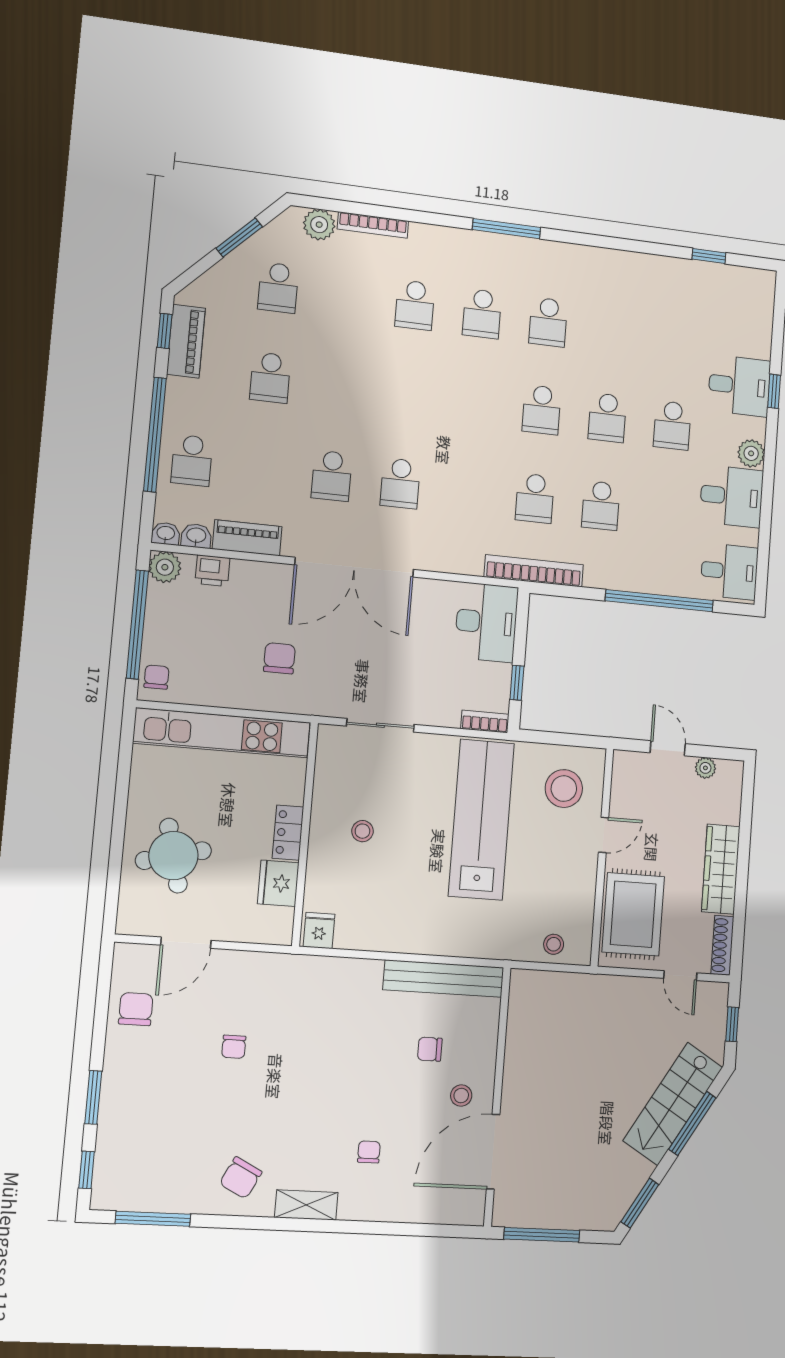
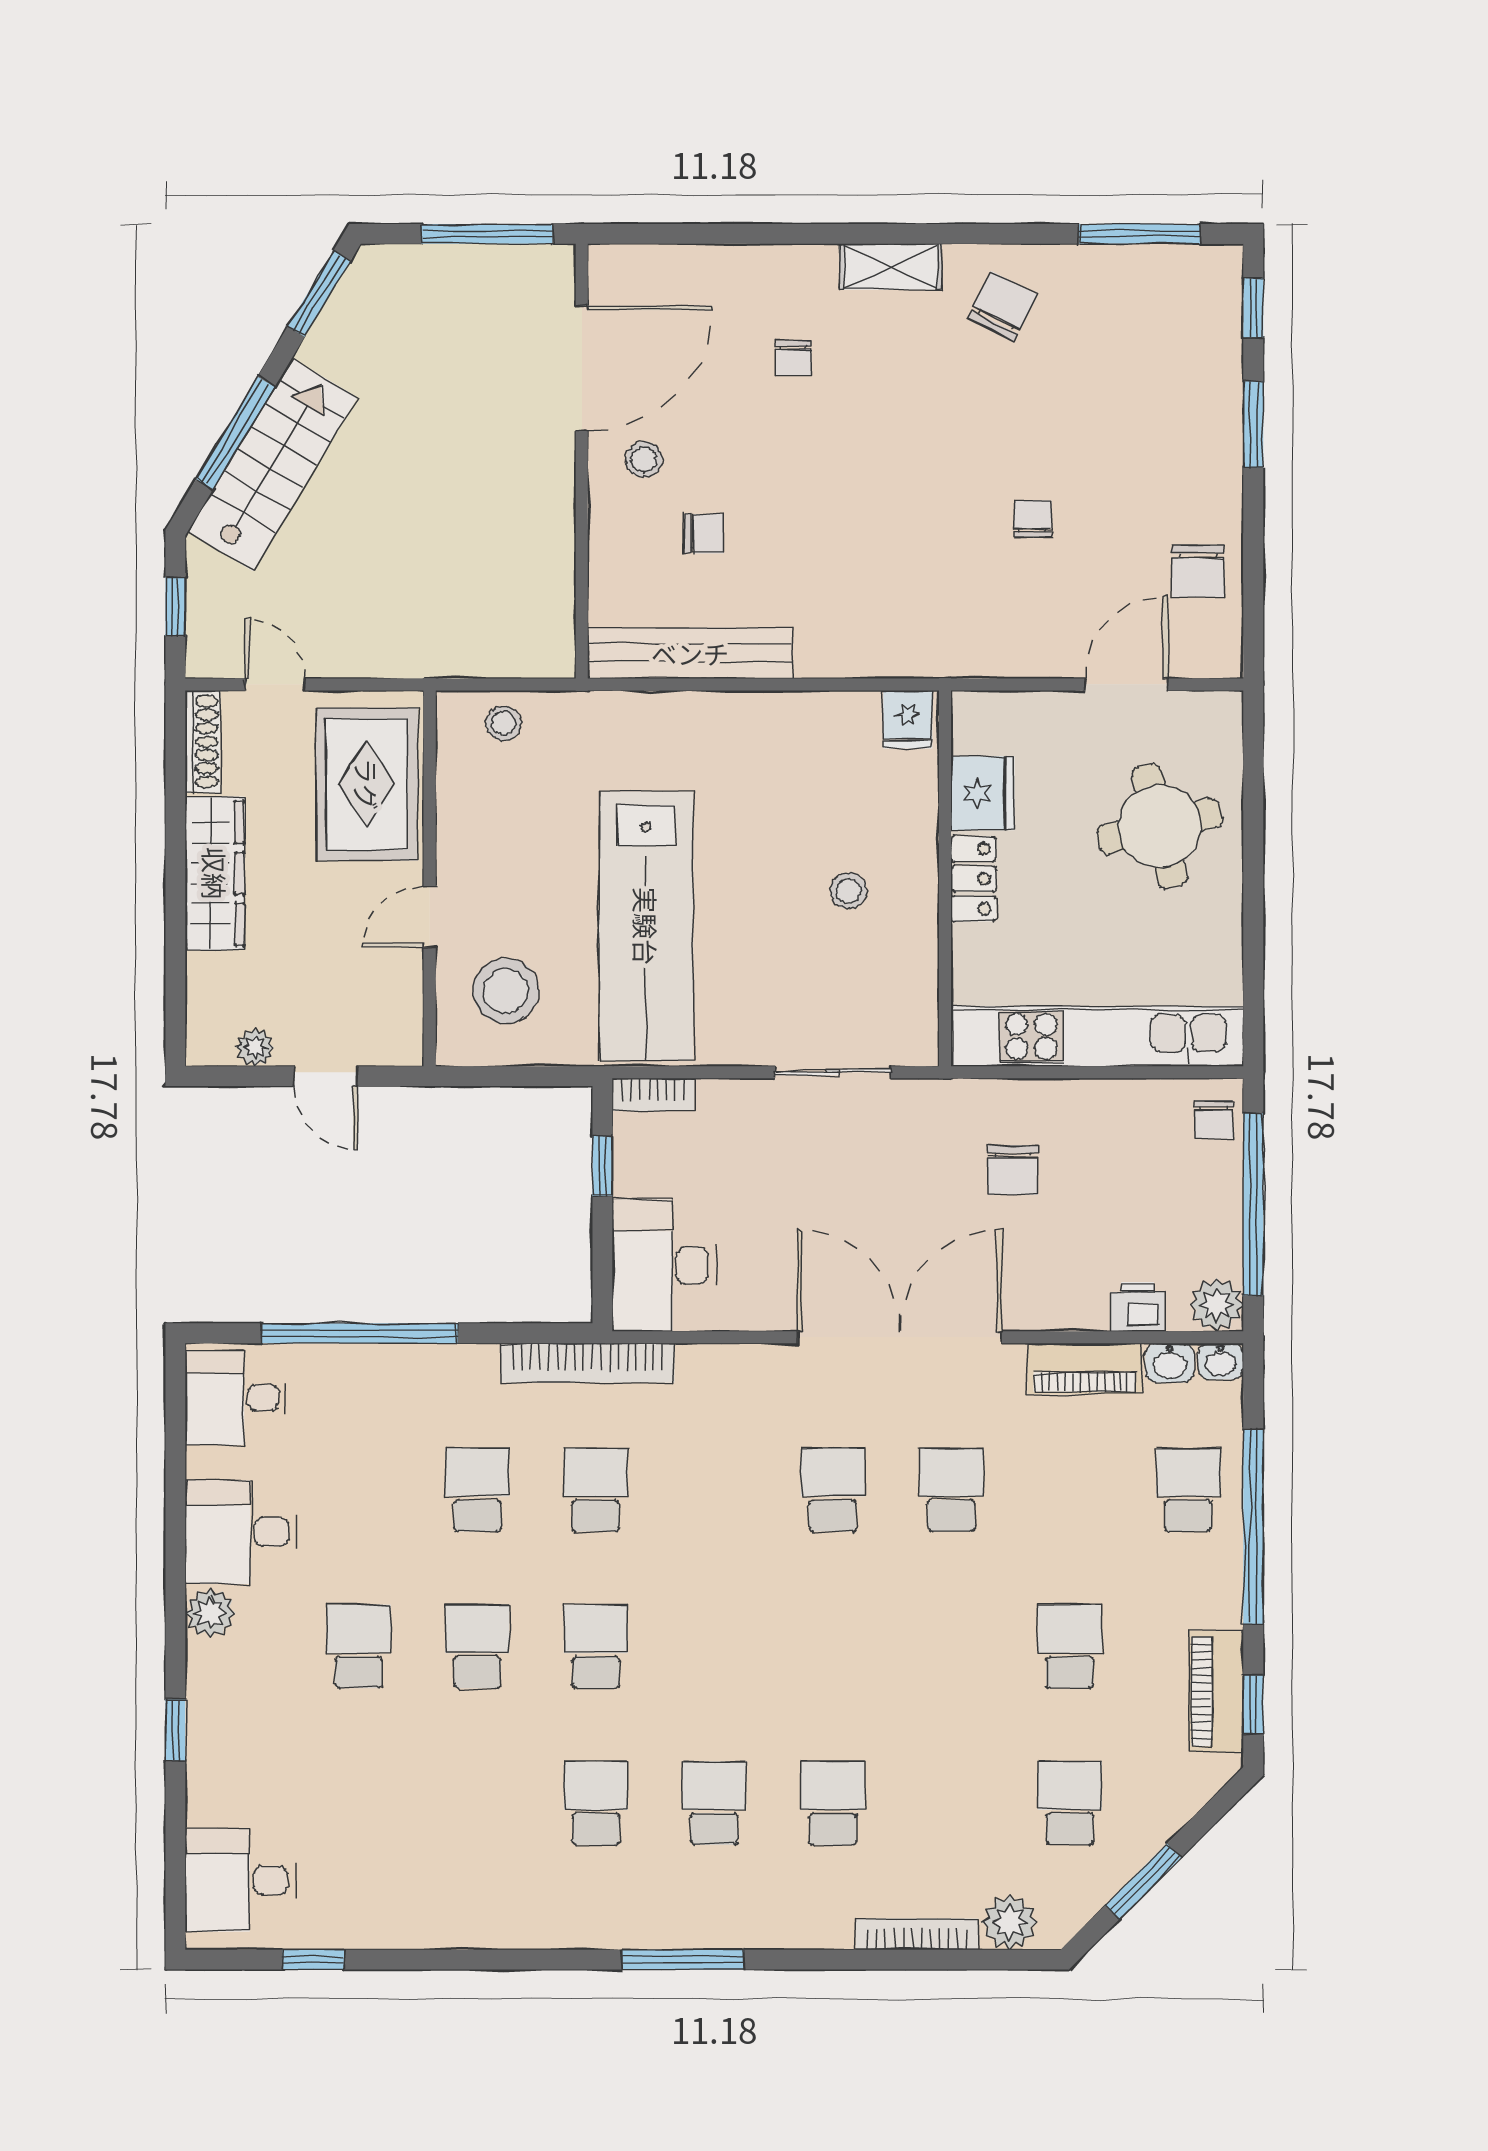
desk: (739, 386) -> (241, 1880), moved

